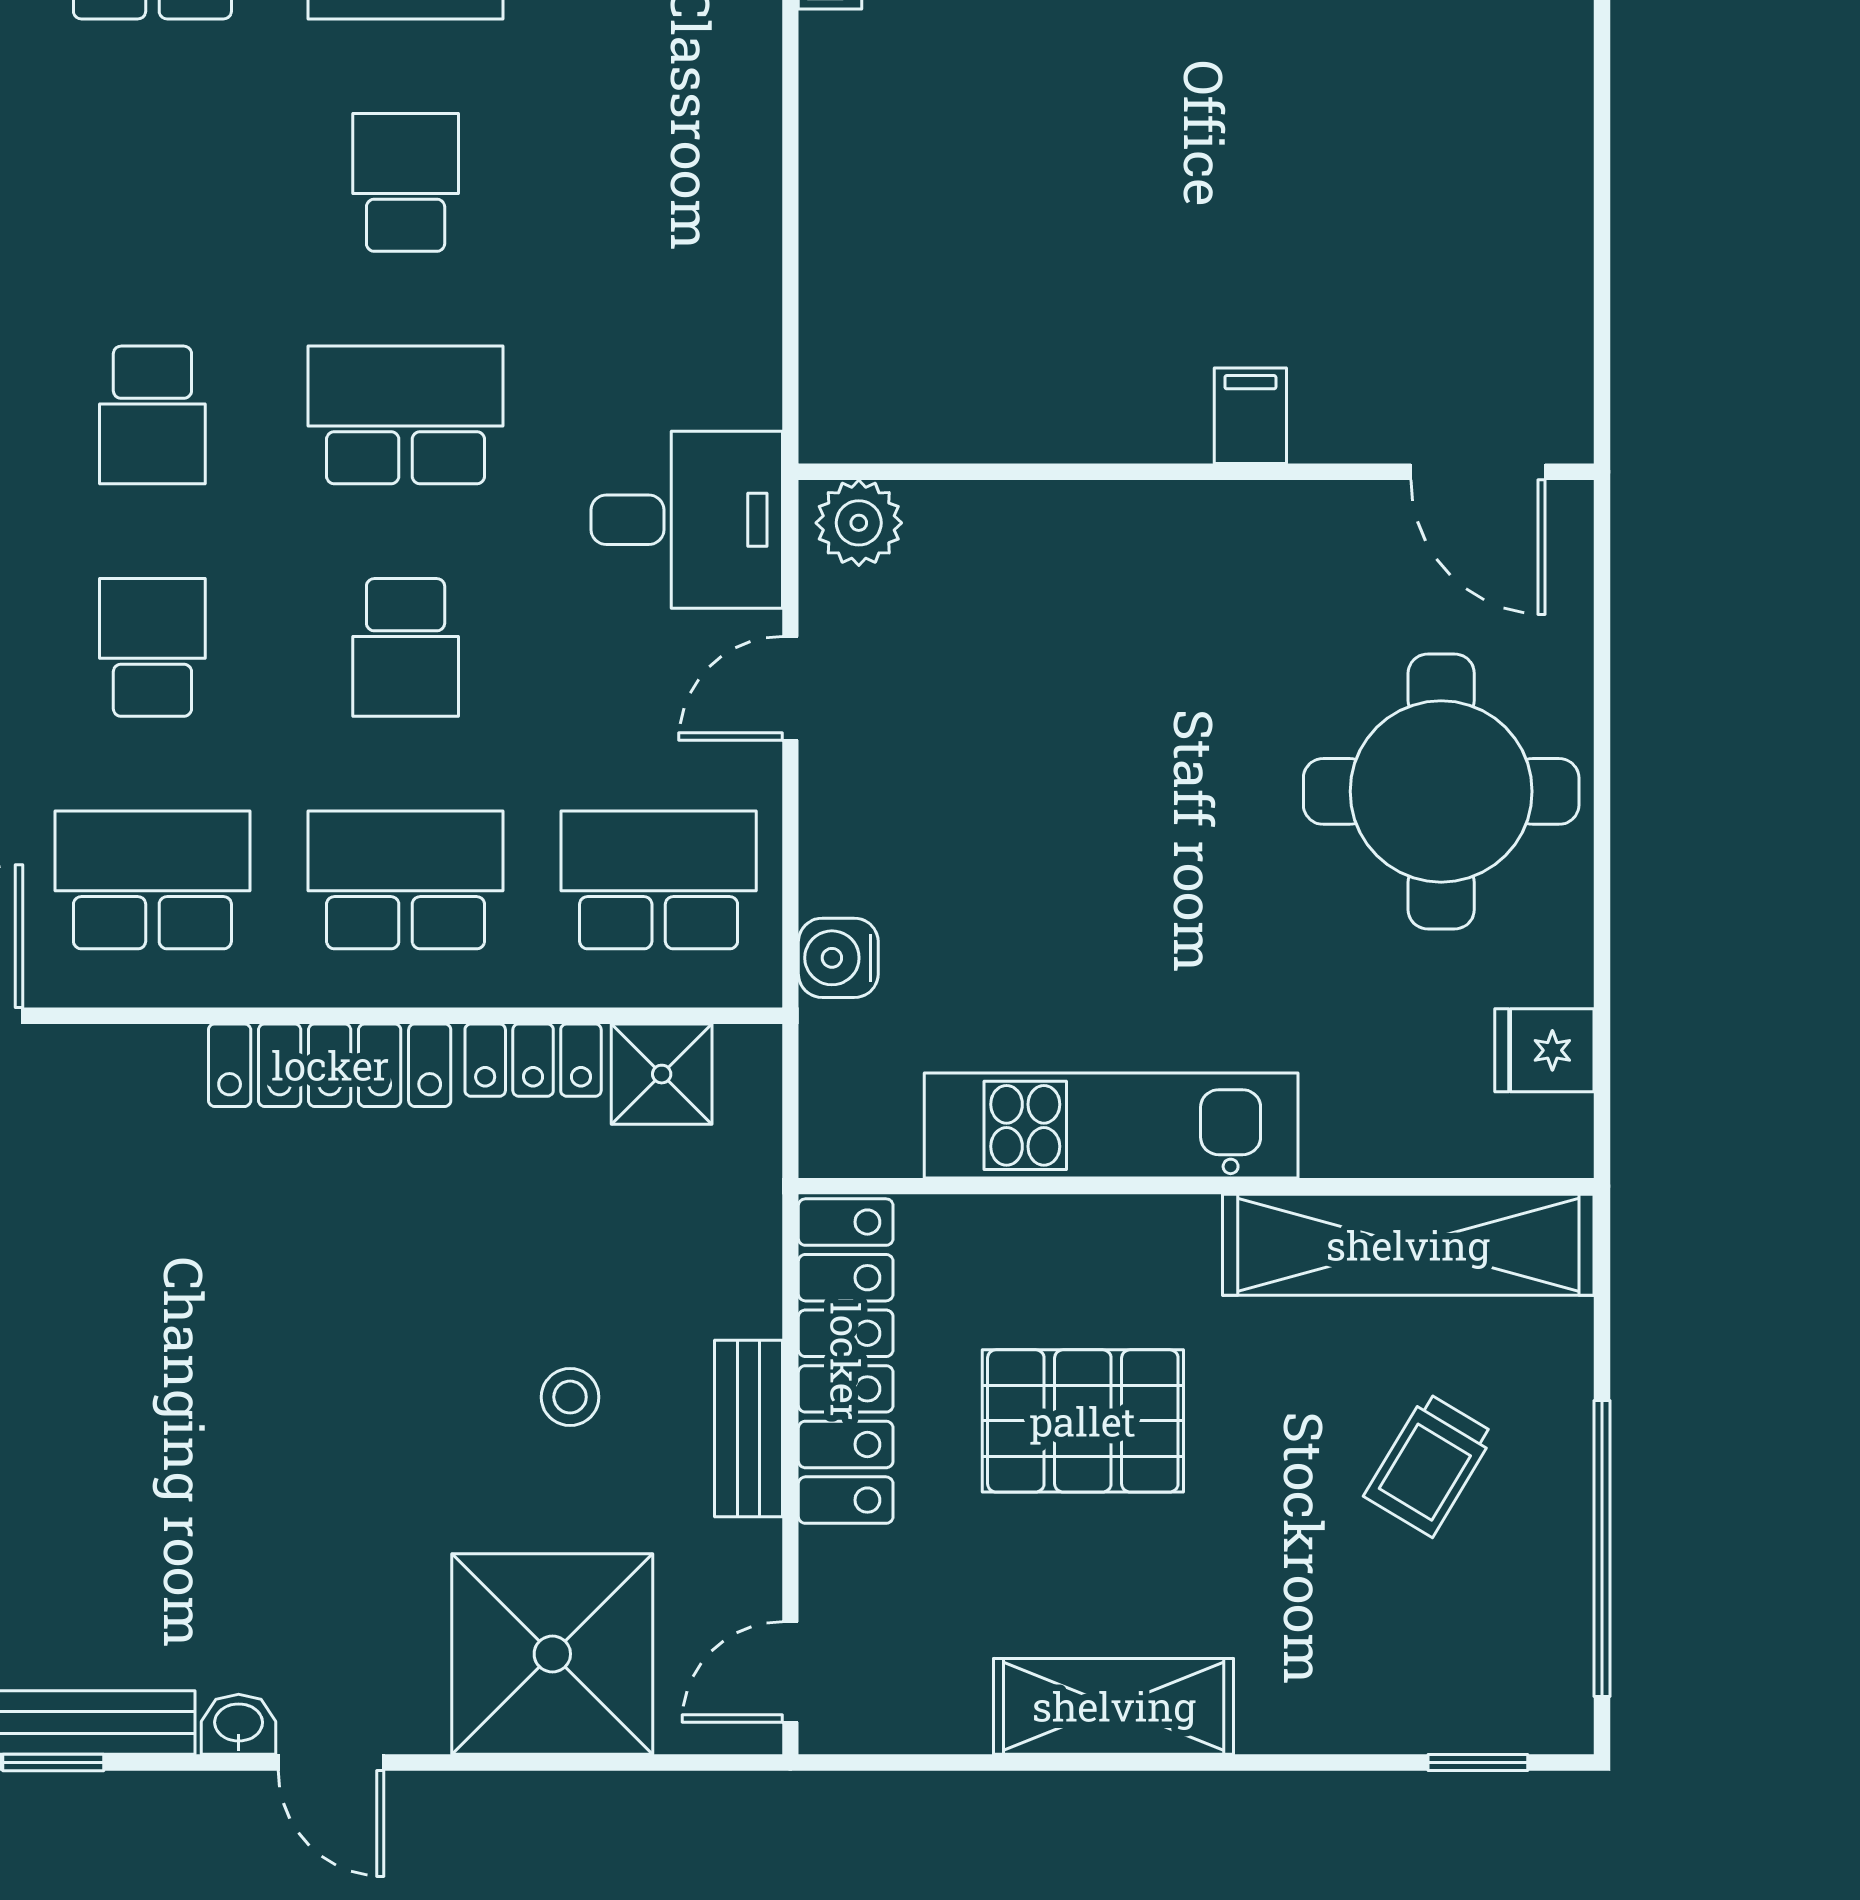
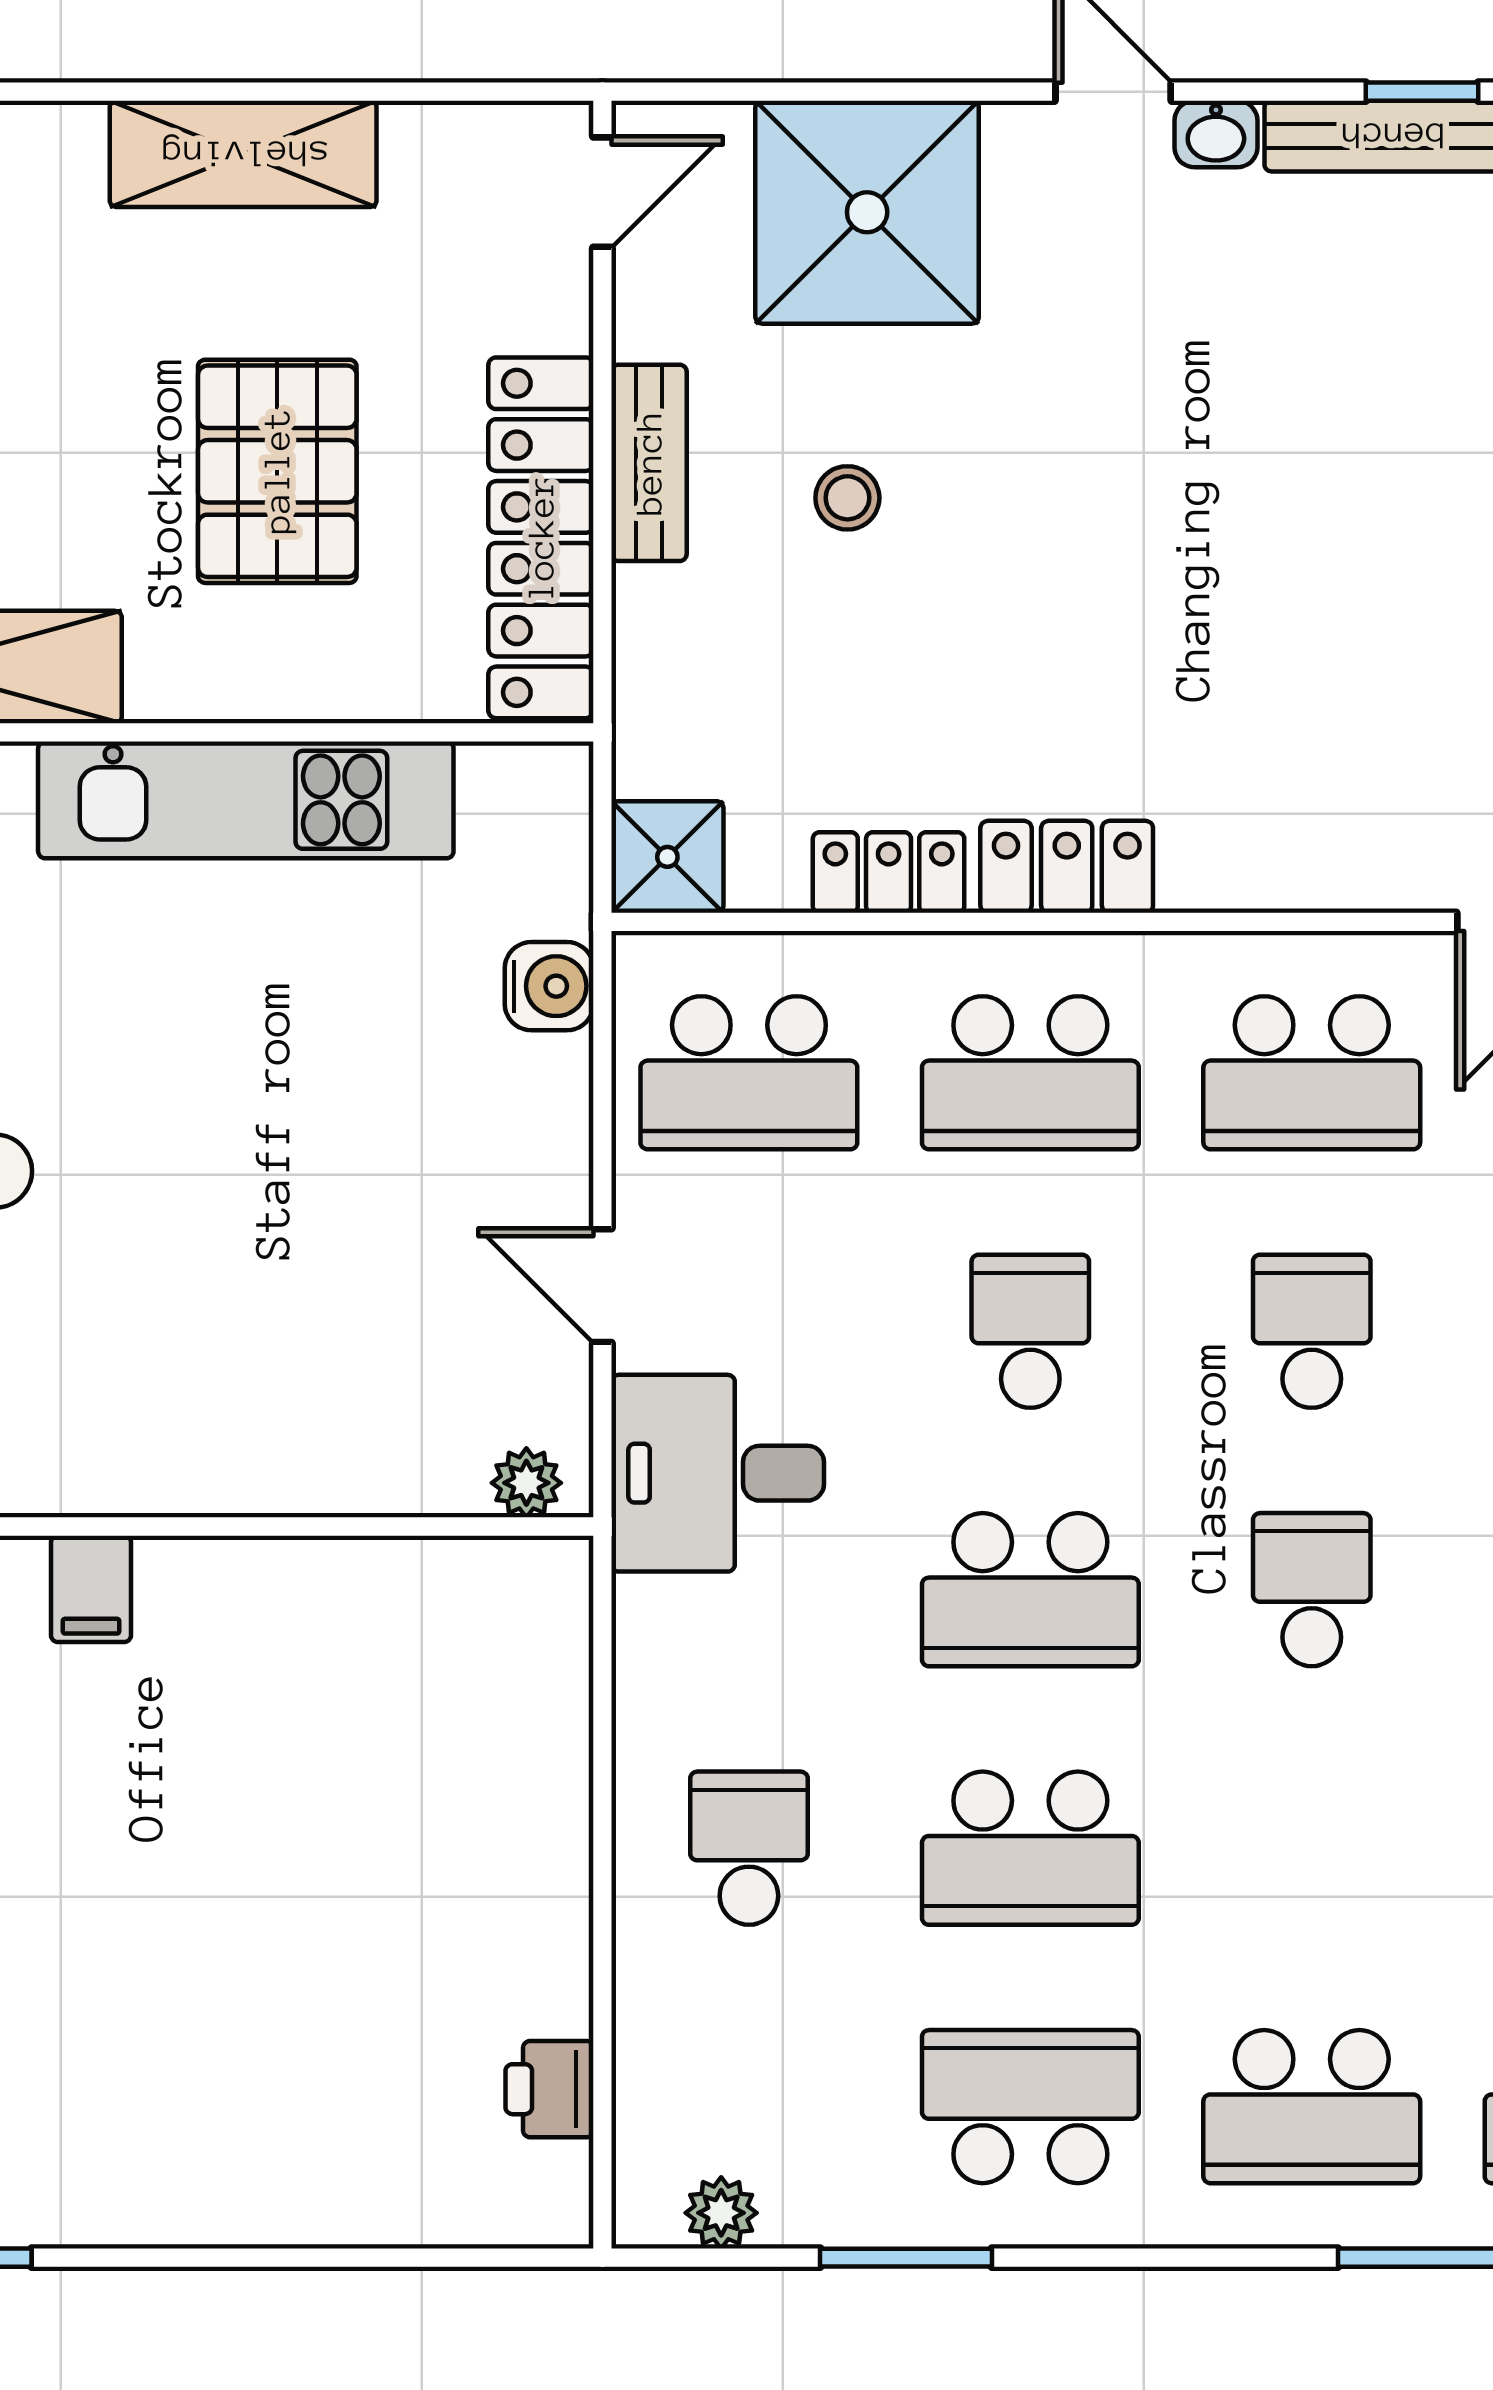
school desk: (406, 182) -> (1030, 1848), width x1.85
school desk: (659, 182) -> (749, 1848), added
plant: (859, 523) -> (526, 1483), width x0.73, depth x0.73
school desk: (152, 647) -> (1312, 1331), turned 180
door: (790, 688) -> (602, 1286), swing flipped
locker: (330, 1065) -> (1067, 867), width x0.66
shower: (662, 1074) -> (667, 857), moved
pallet: (1083, 1421) -> (277, 471), turned 90

